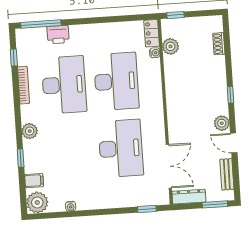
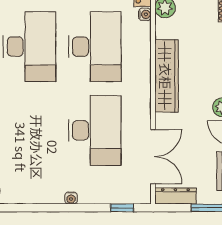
wardrobe: (175, 101) -> (166, 76), added
water cooler: (71, 206) -> (71, 198), moved

